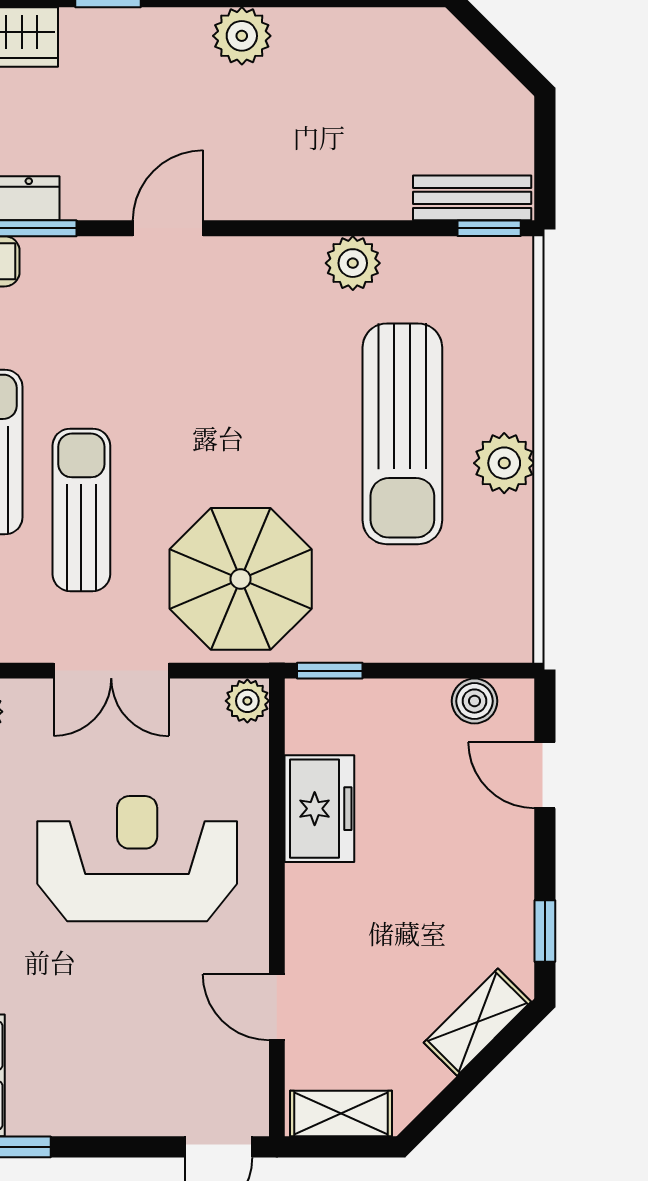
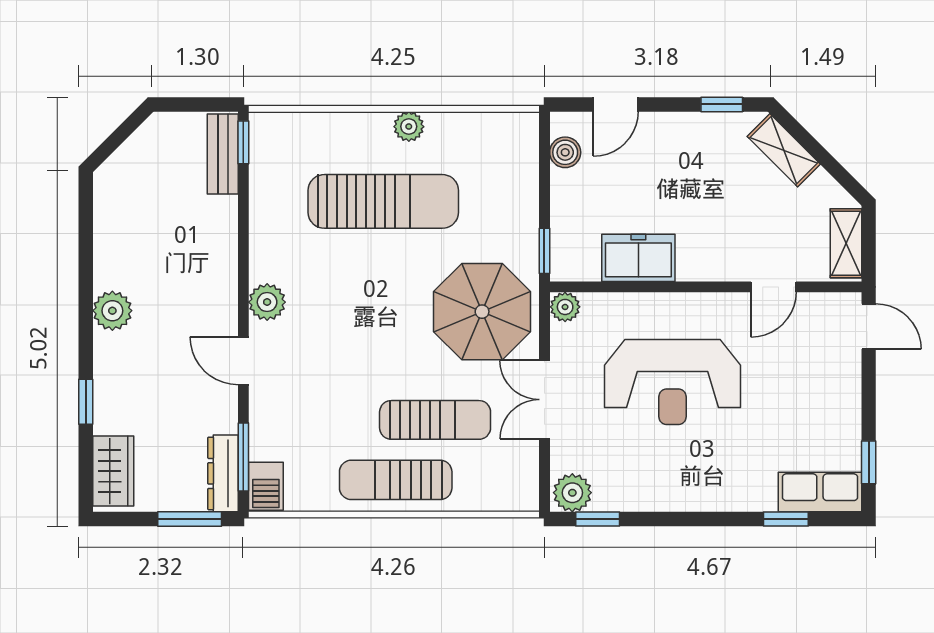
plant: (353, 263) -> (267, 302), moved
plant: (504, 463) -> (409, 127), width x0.73, depth x0.73
sun lounger: (81, 510) -> (435, 420), turned 180
double door: (111, 671) -> (544, 400), swing flipped
reception desk: (137, 859) -> (672, 382), turned -90

